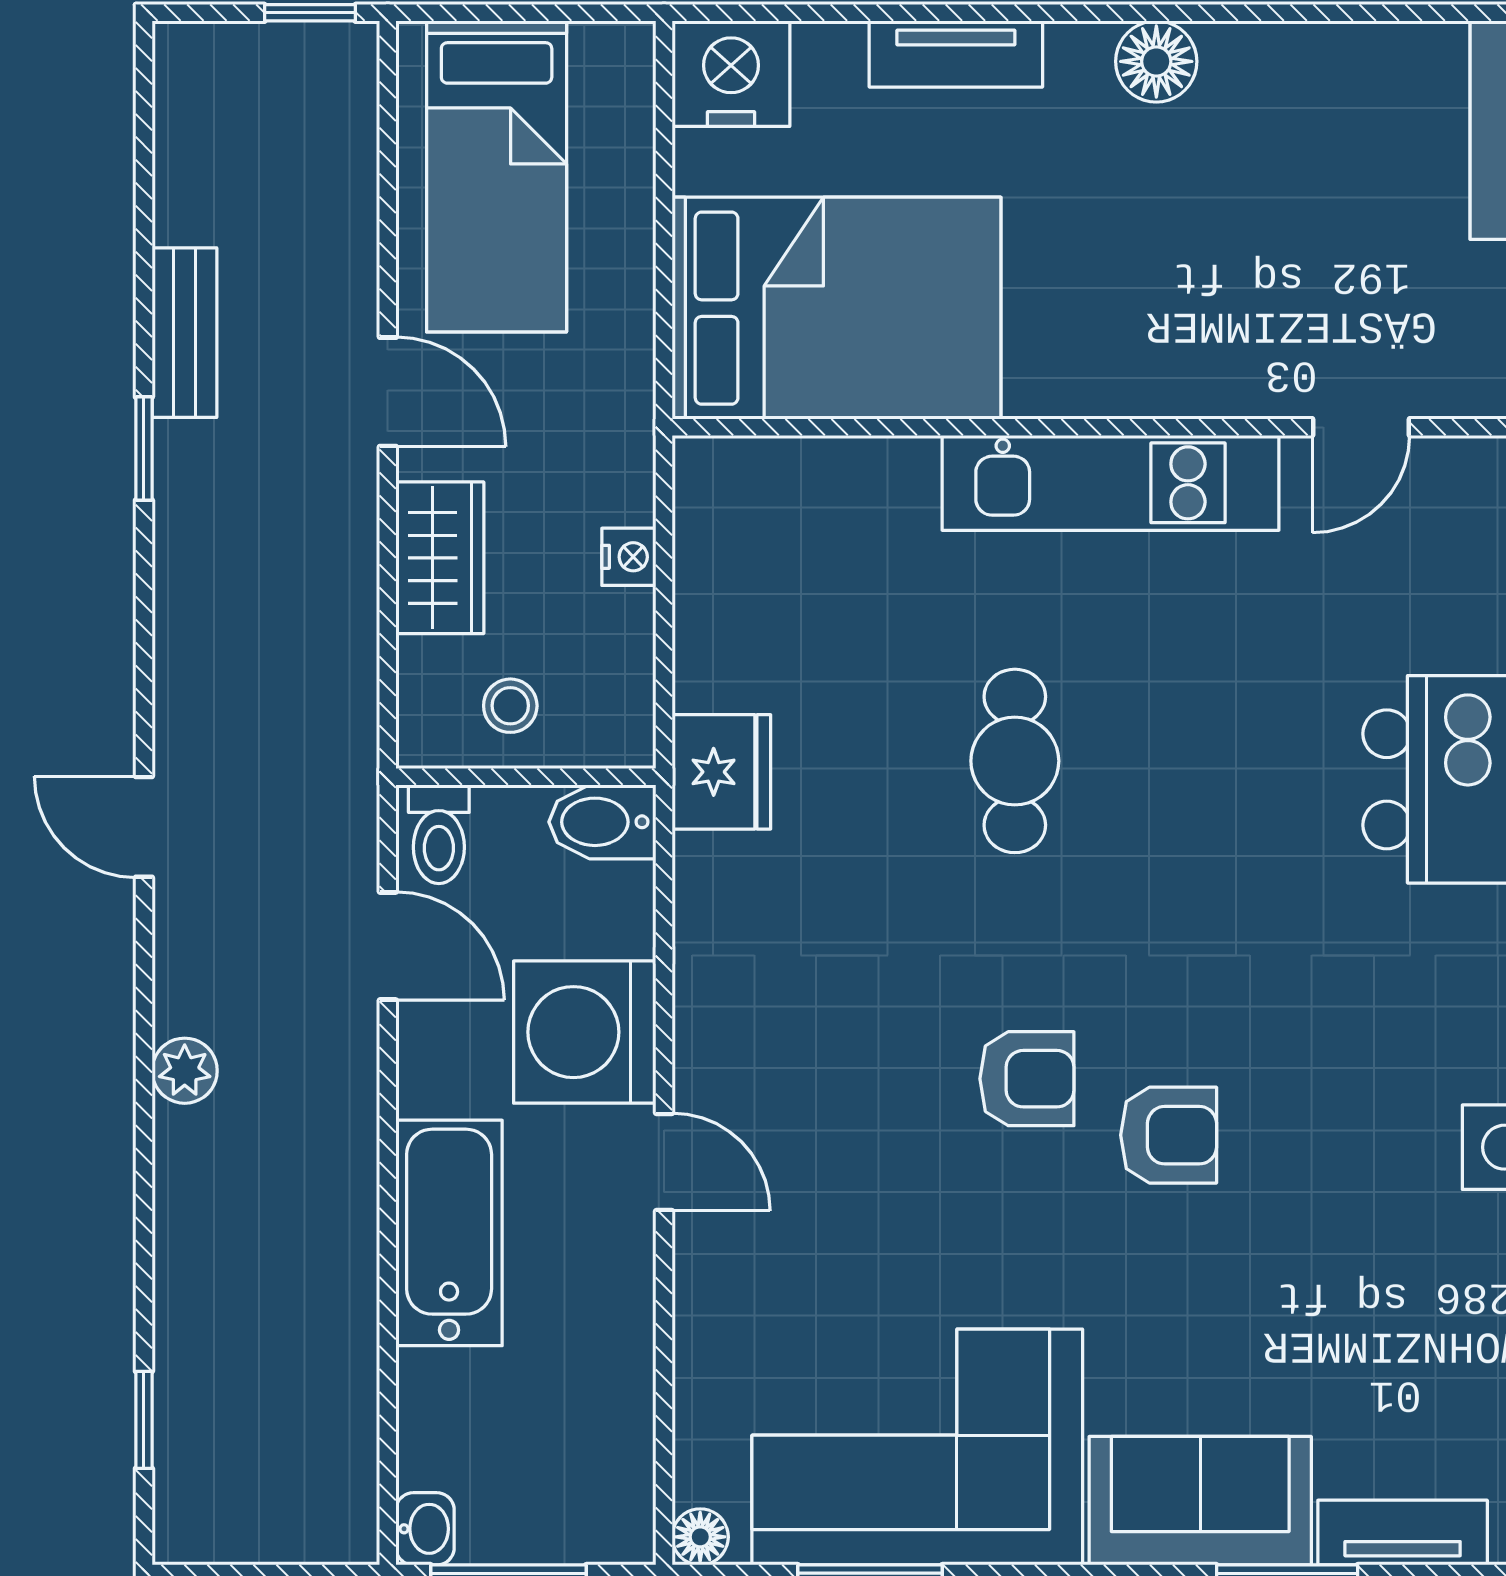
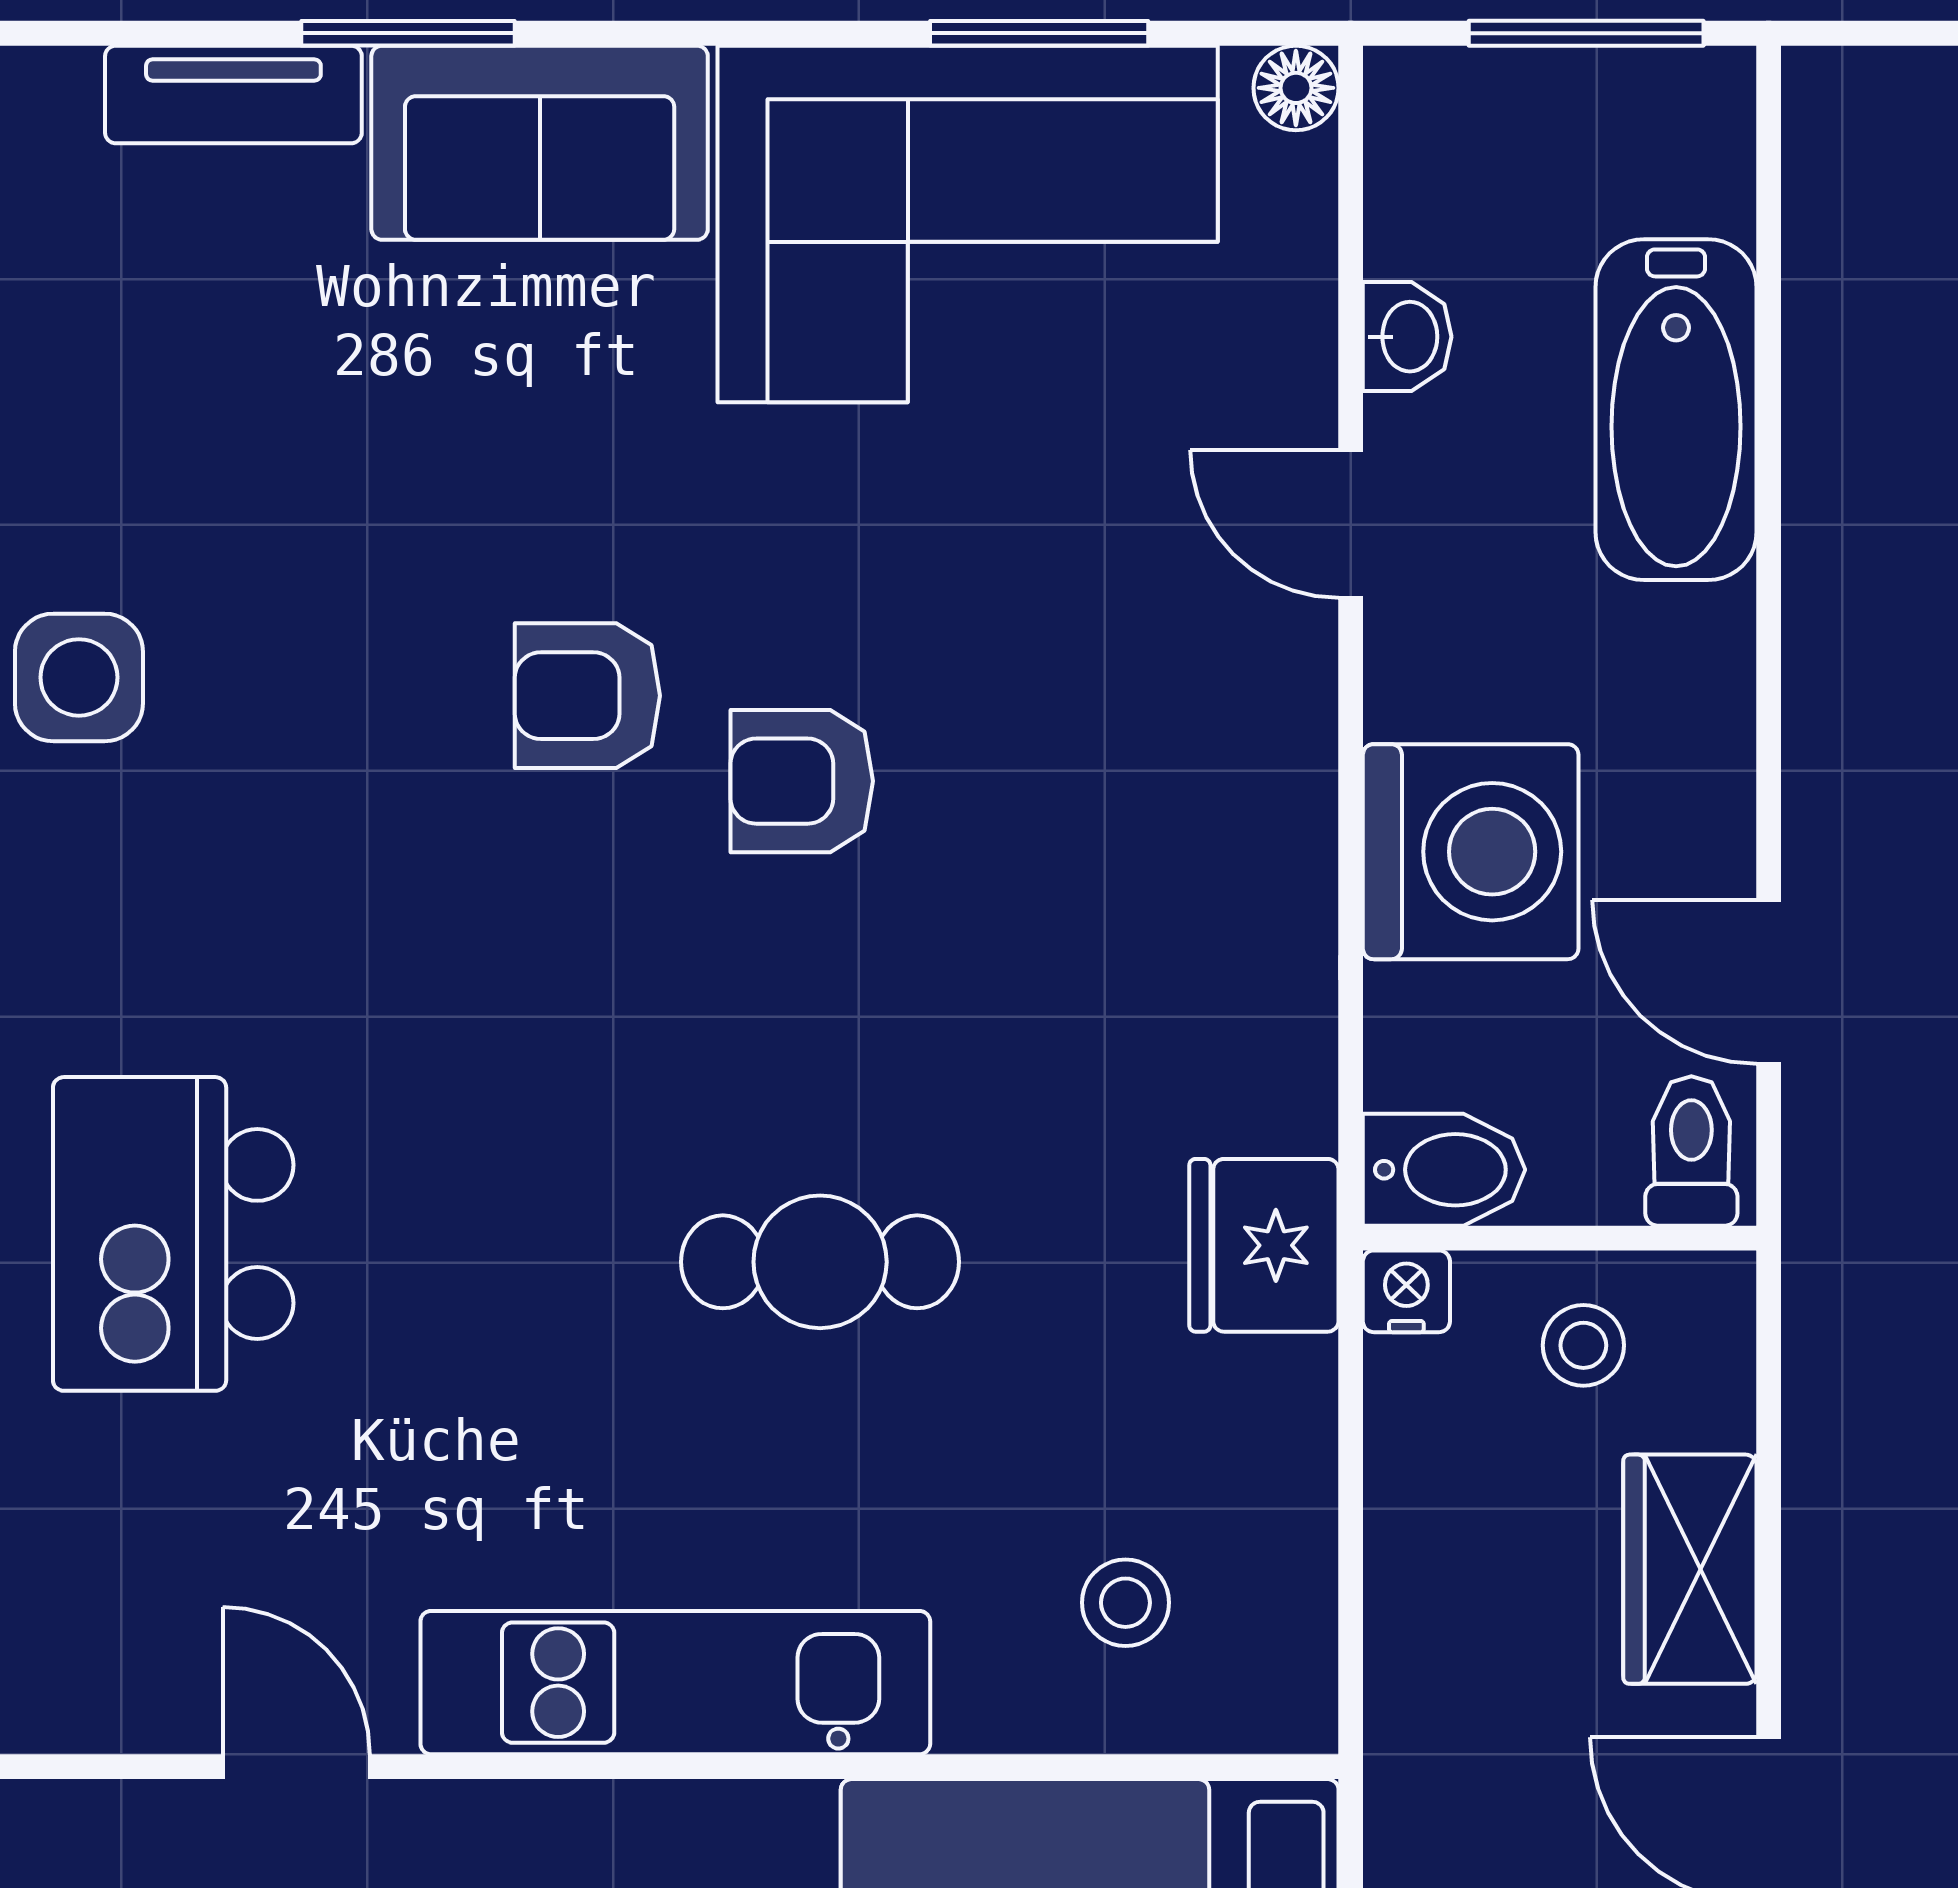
door: (1361, 427) -> (296, 1767), hinge flipped
stool: (813, 536) -> (1125, 1603), added
nightstand: (629, 557) -> (1406, 1291), moved, turned 90
cafe table: (1015, 761) -> (820, 1262), turned 90
door: (664, 1162) -> (1351, 524), moved
bathtub: (449, 1233) -> (1676, 410), moved
washbasin: (425, 1529) -> (1407, 337), moved, turned 180

